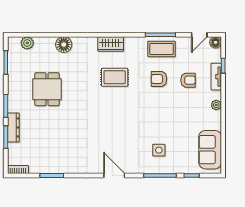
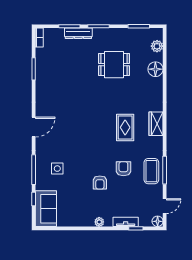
door: (199, 35) -> (165, 206), swing flipped
floor lamp: (64, 45) -> (155, 69), moved
armchair: (188, 80) -> (100, 183), moved
sofa: (210, 150) -> (46, 209), moved, turned 90

